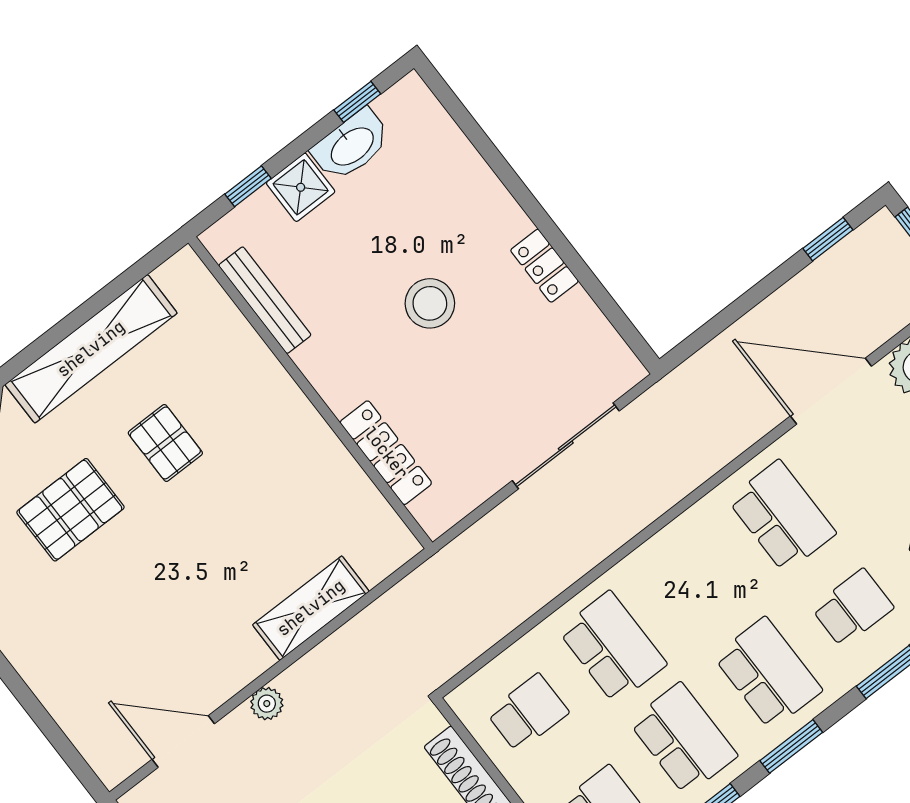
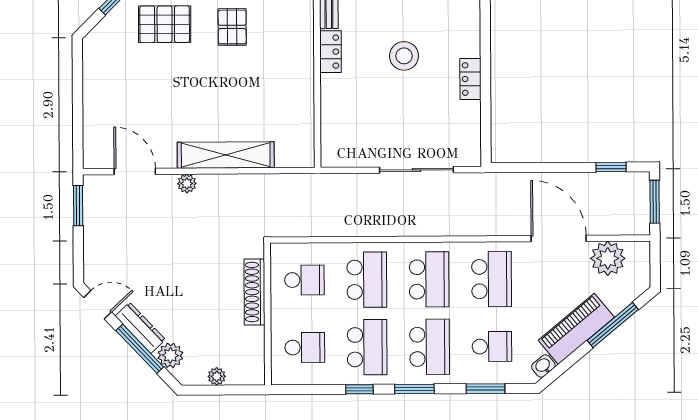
locker: (386, 453) -> (330, 52), moved, width x0.66
school desk: (697, 582) -> (429, 279), added
shelving: (311, 608) -> (226, 155), width x1.47

